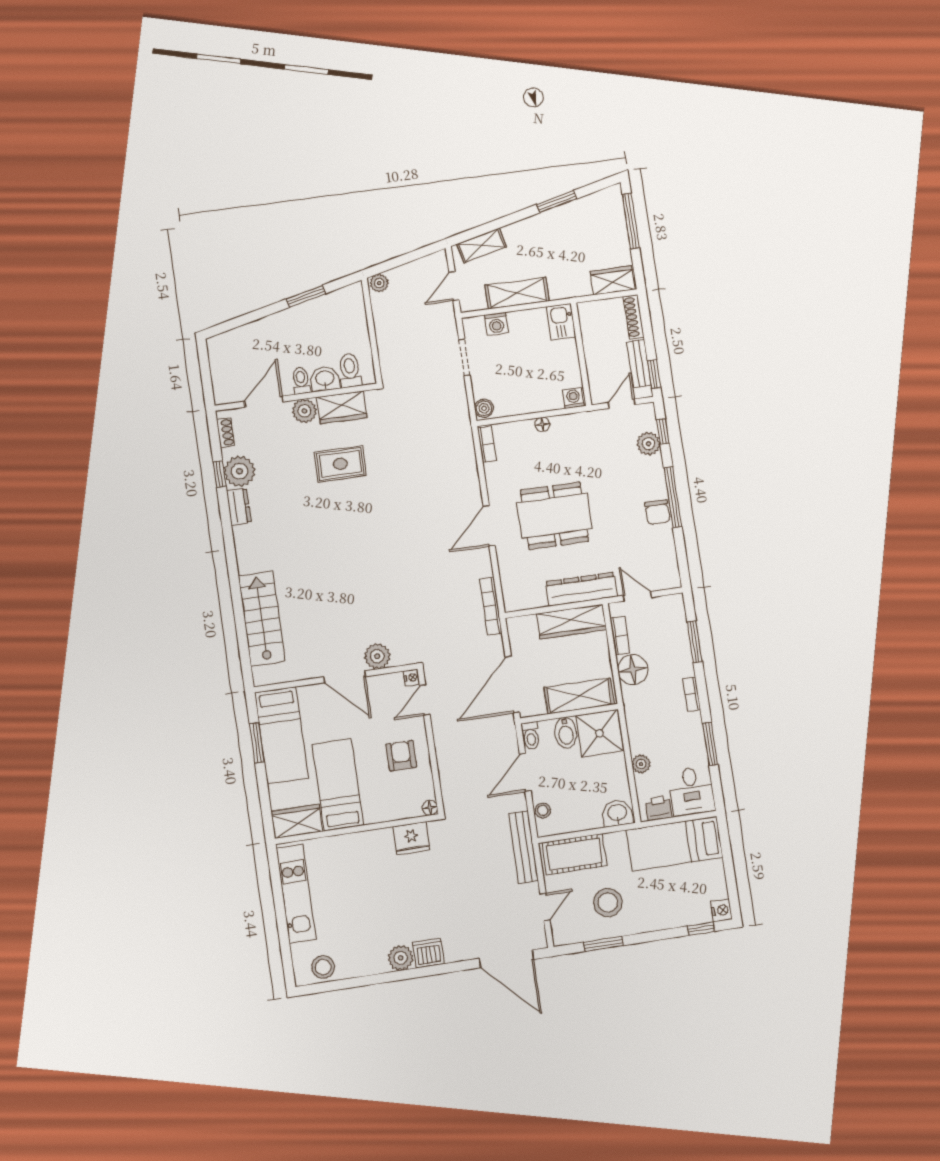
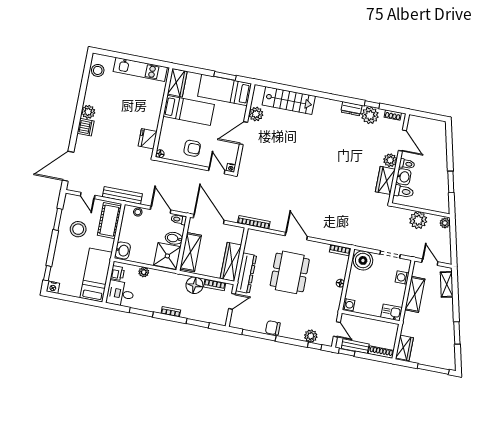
plant: (390, 329) -> (418, 220), added
boiler: (484, 408) -> (363, 260), width x1.86, depth x1.86
rug: (340, 464) -> (356, 169), removed
window: (673, 497) -> (259, 335), moved
plant: (377, 656) -> (256, 114), moved

